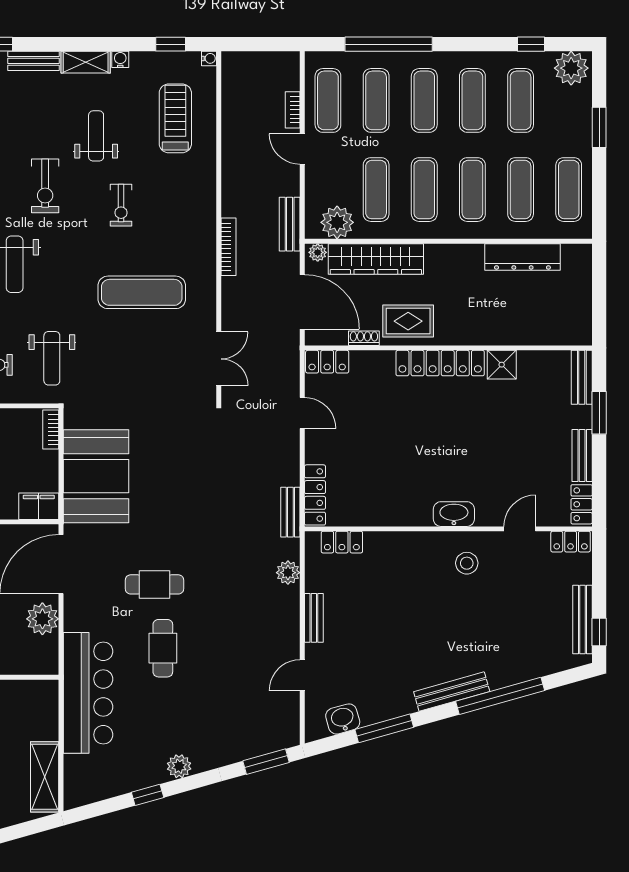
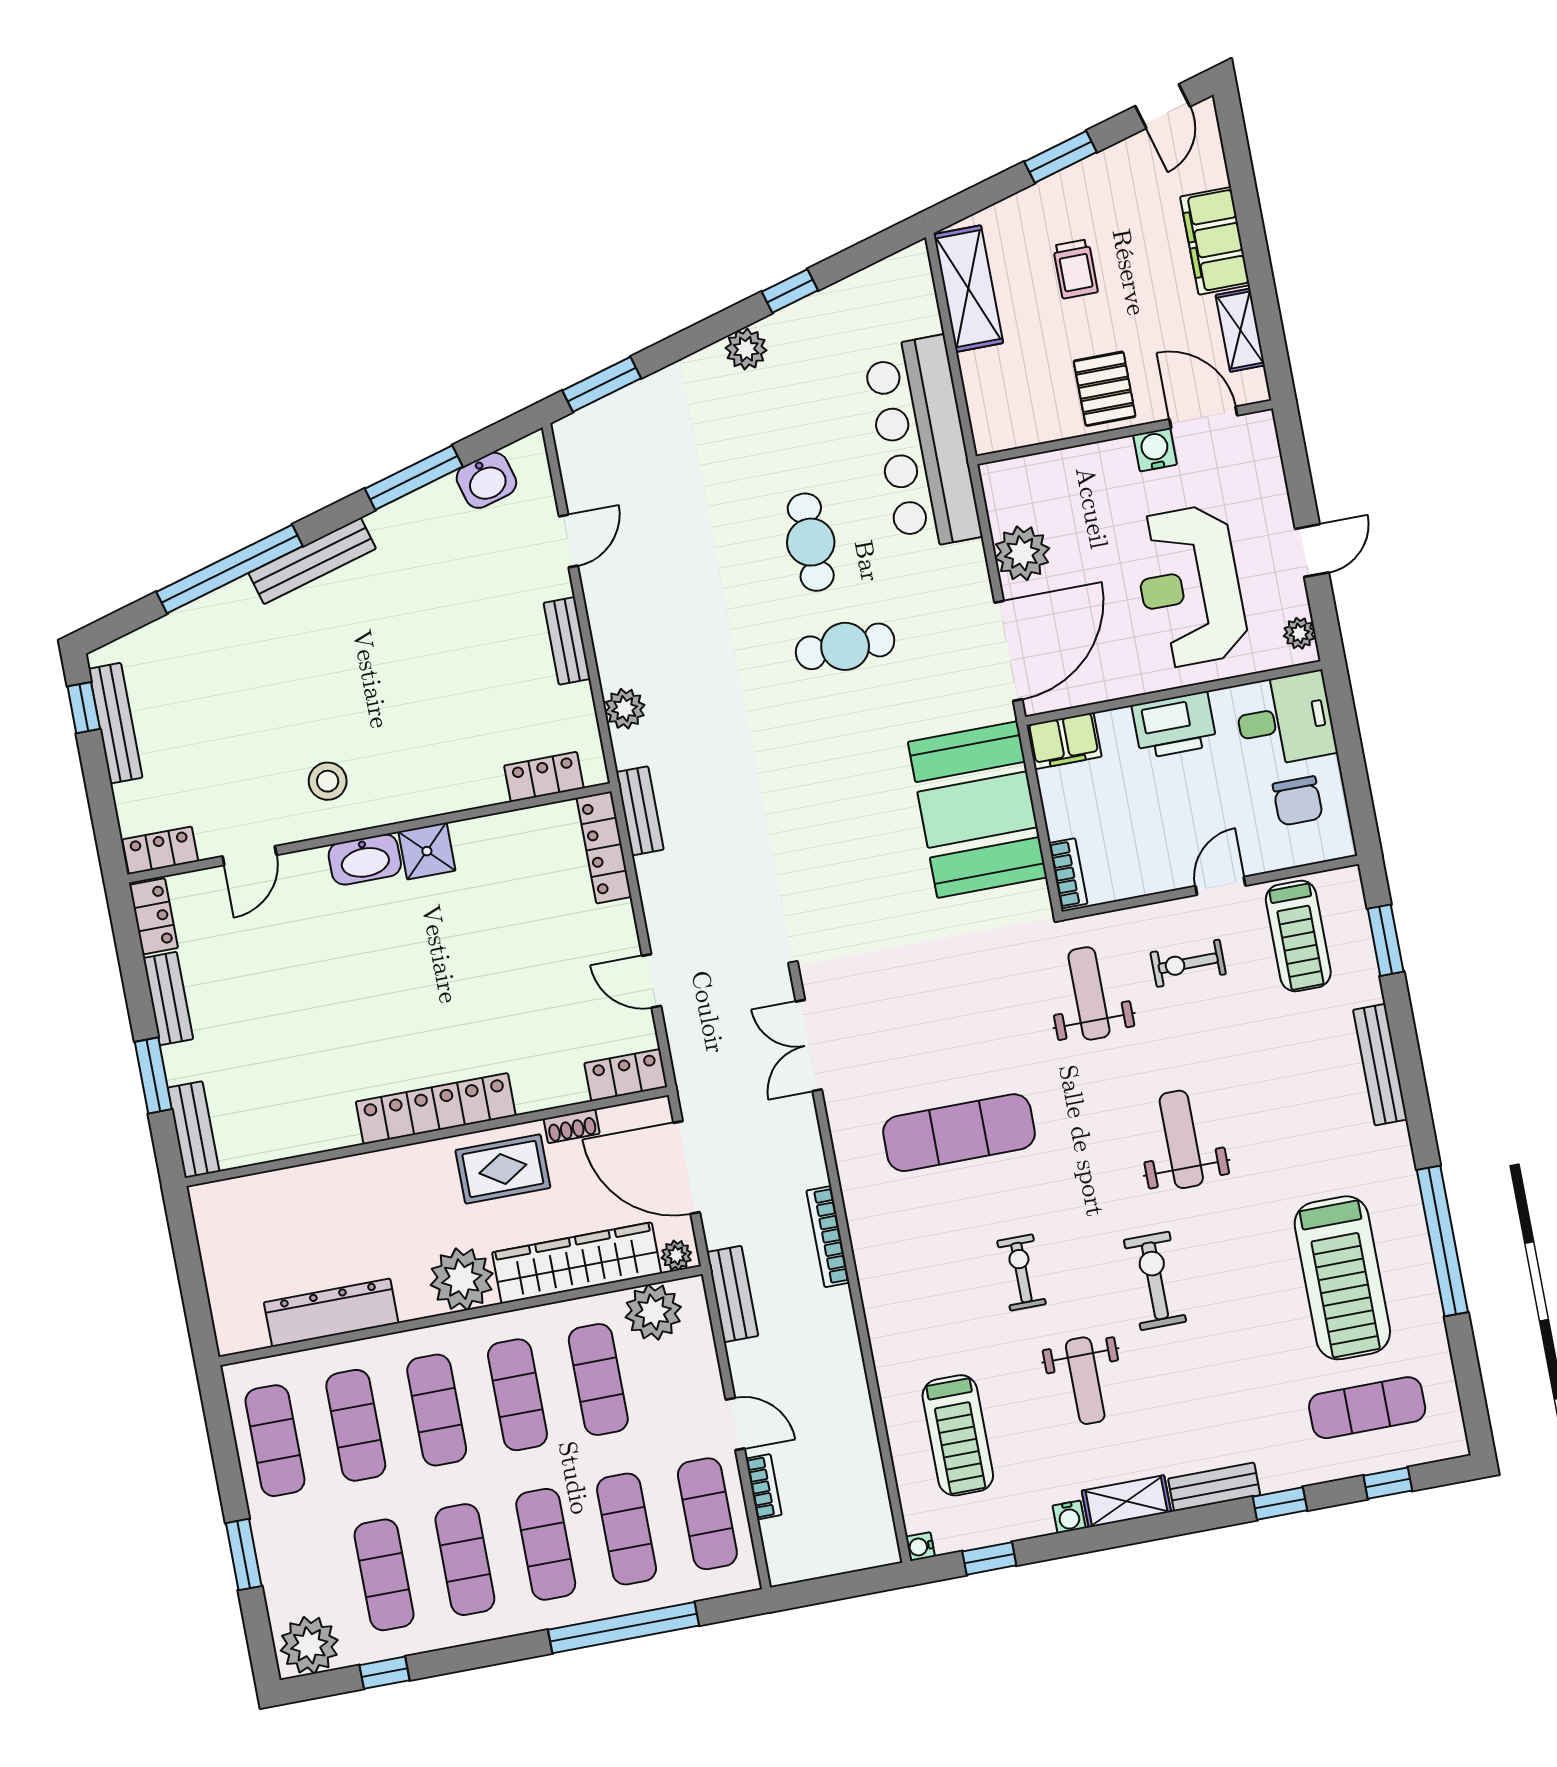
plant: (444, 262) -> (462, 1279), added
shower: (502, 365) -> (427, 851), moved

